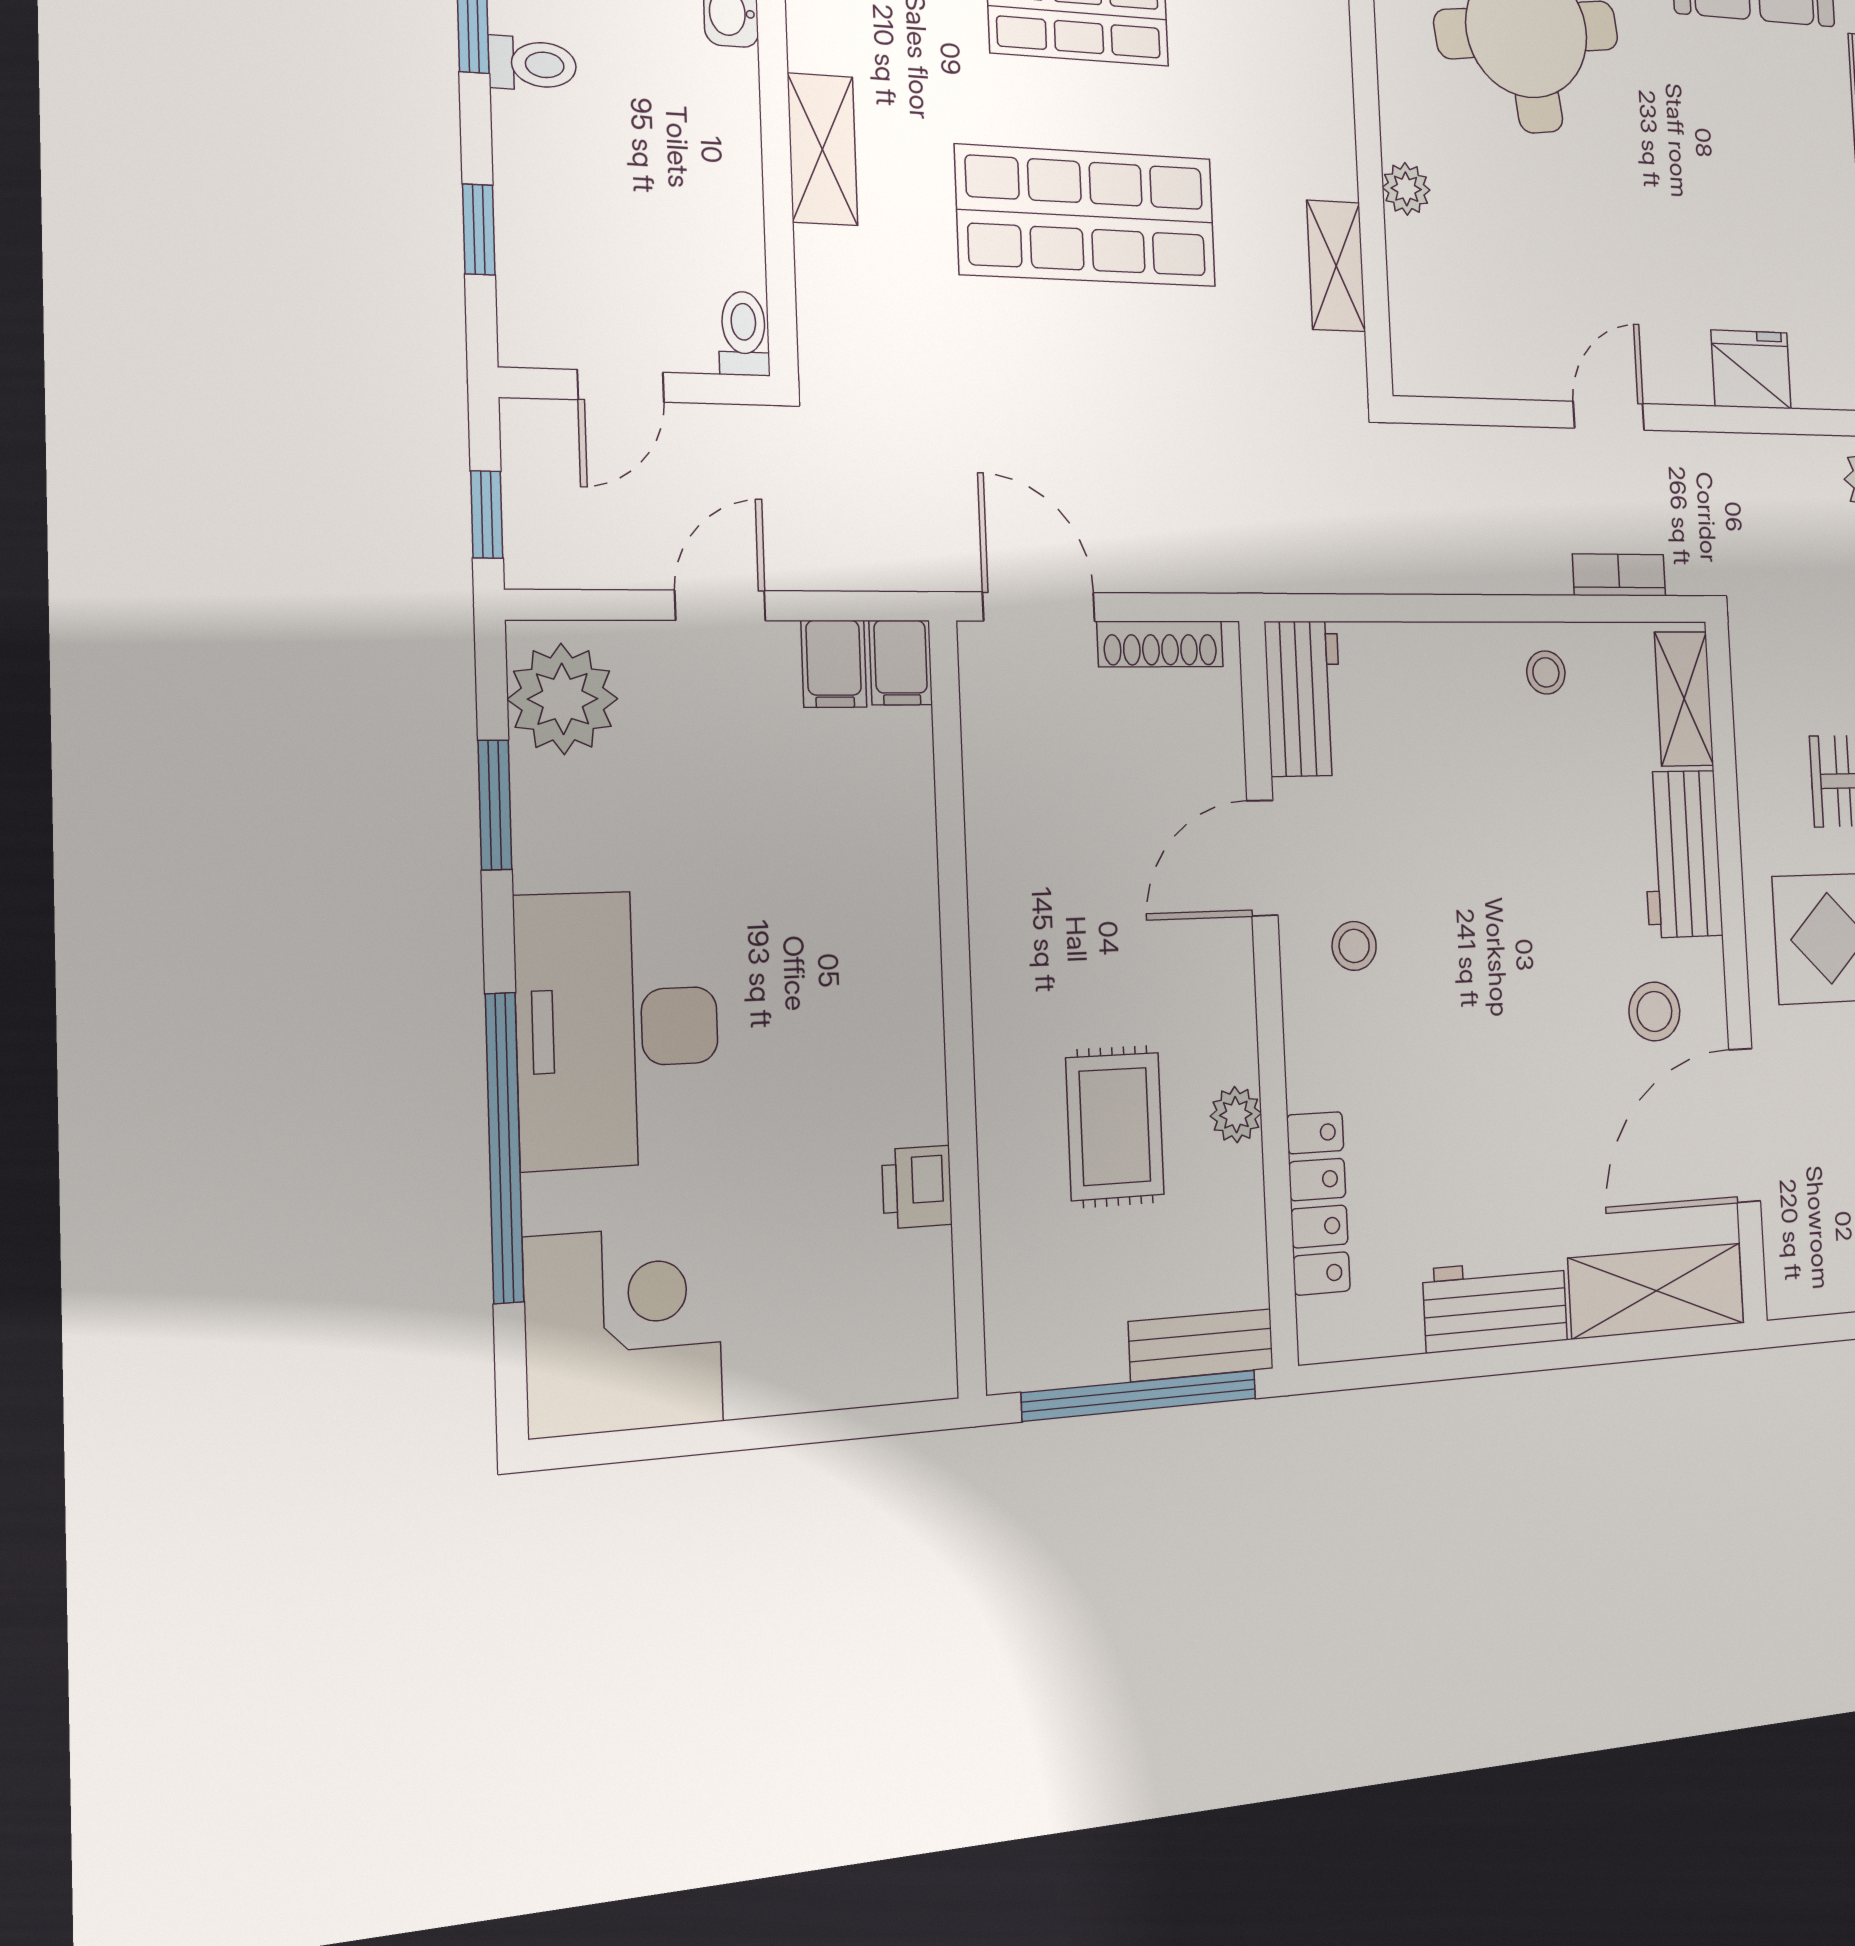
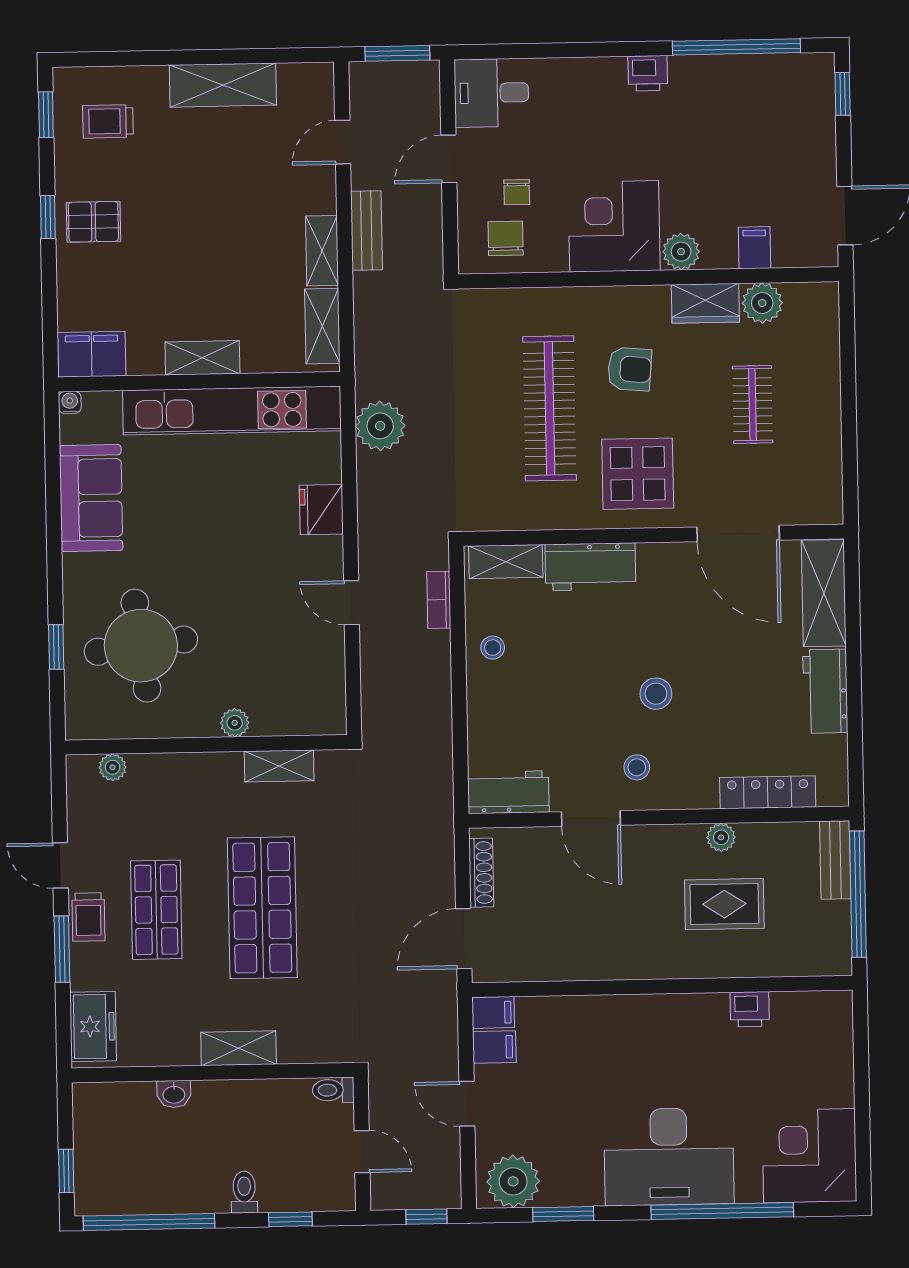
toilet: (532, 64) -> (244, 1192), moved
stool: (1654, 1011) -> (656, 694), moved

